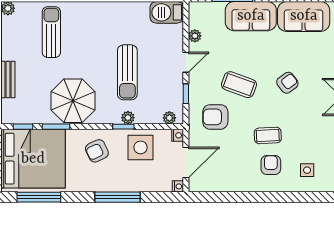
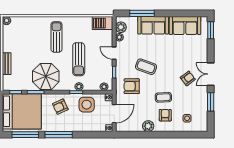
plant: (197, 19) -> (121, 27), added
sun lounger: (51, 32) -> (56, 37), moved
door: (186, 62) -> (114, 53), swing flipped
armchair: (287, 83) -> (188, 78), moved
plant: (243, 183) -> (148, 126), added
window: (118, 197) -> (59, 135), moved

